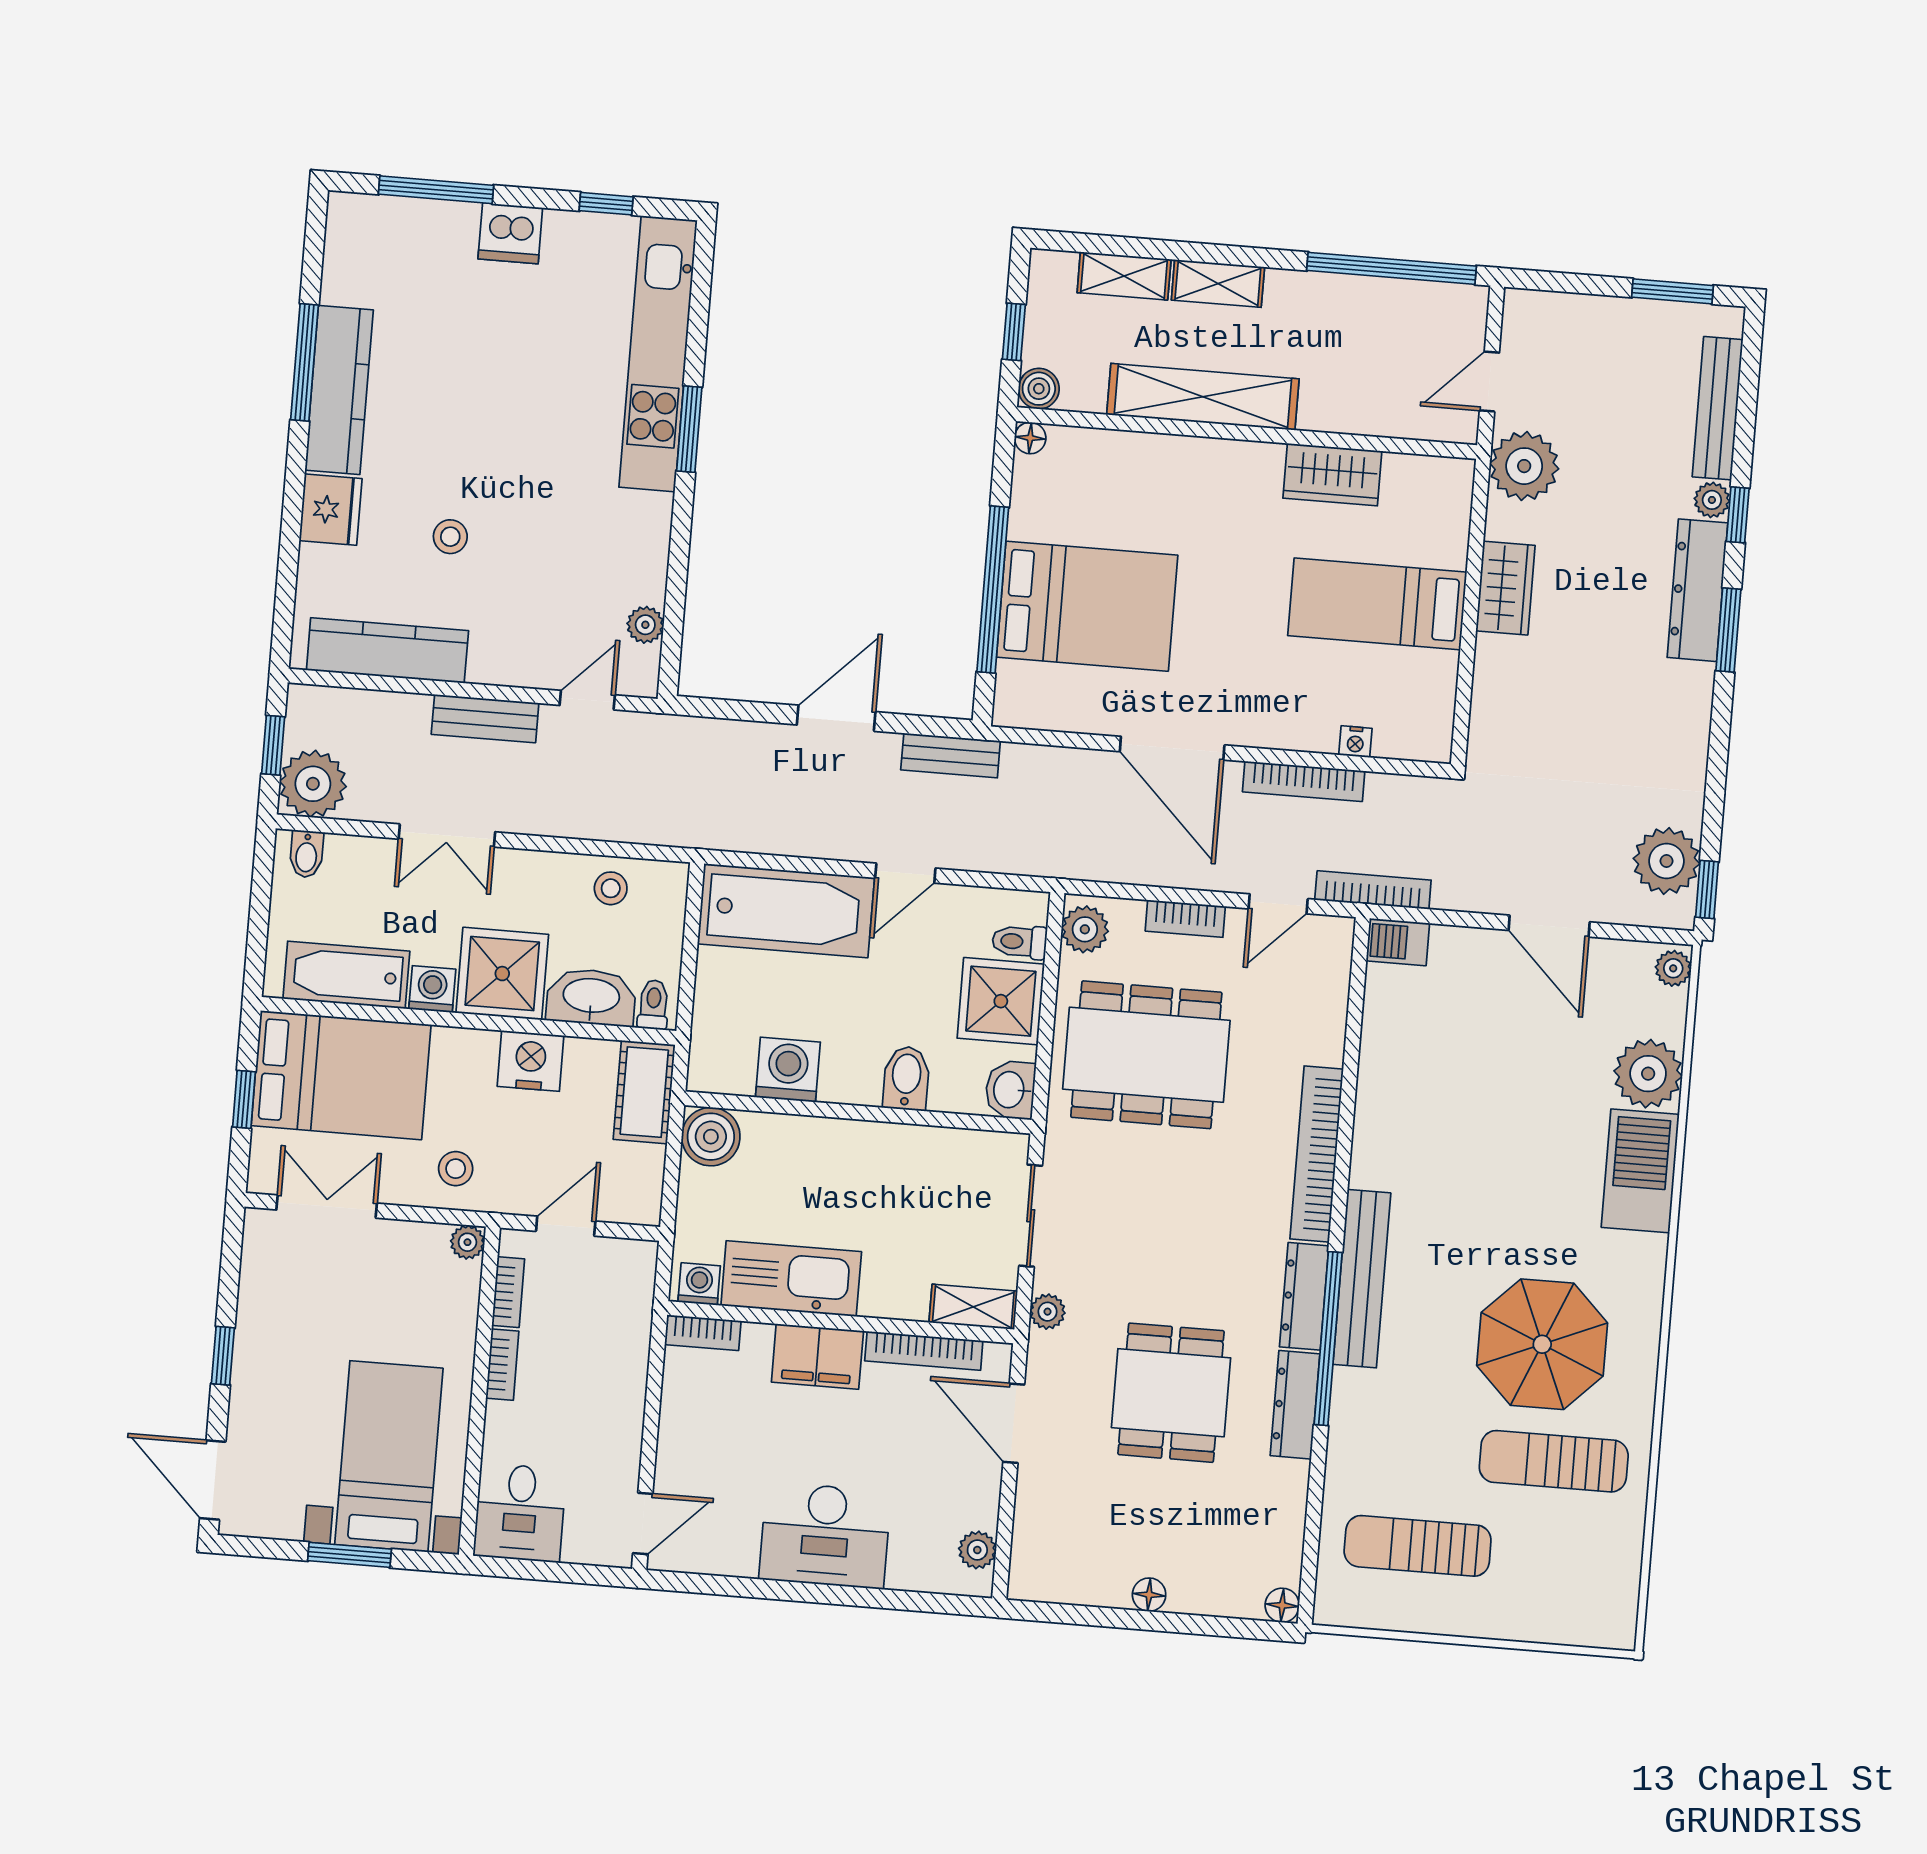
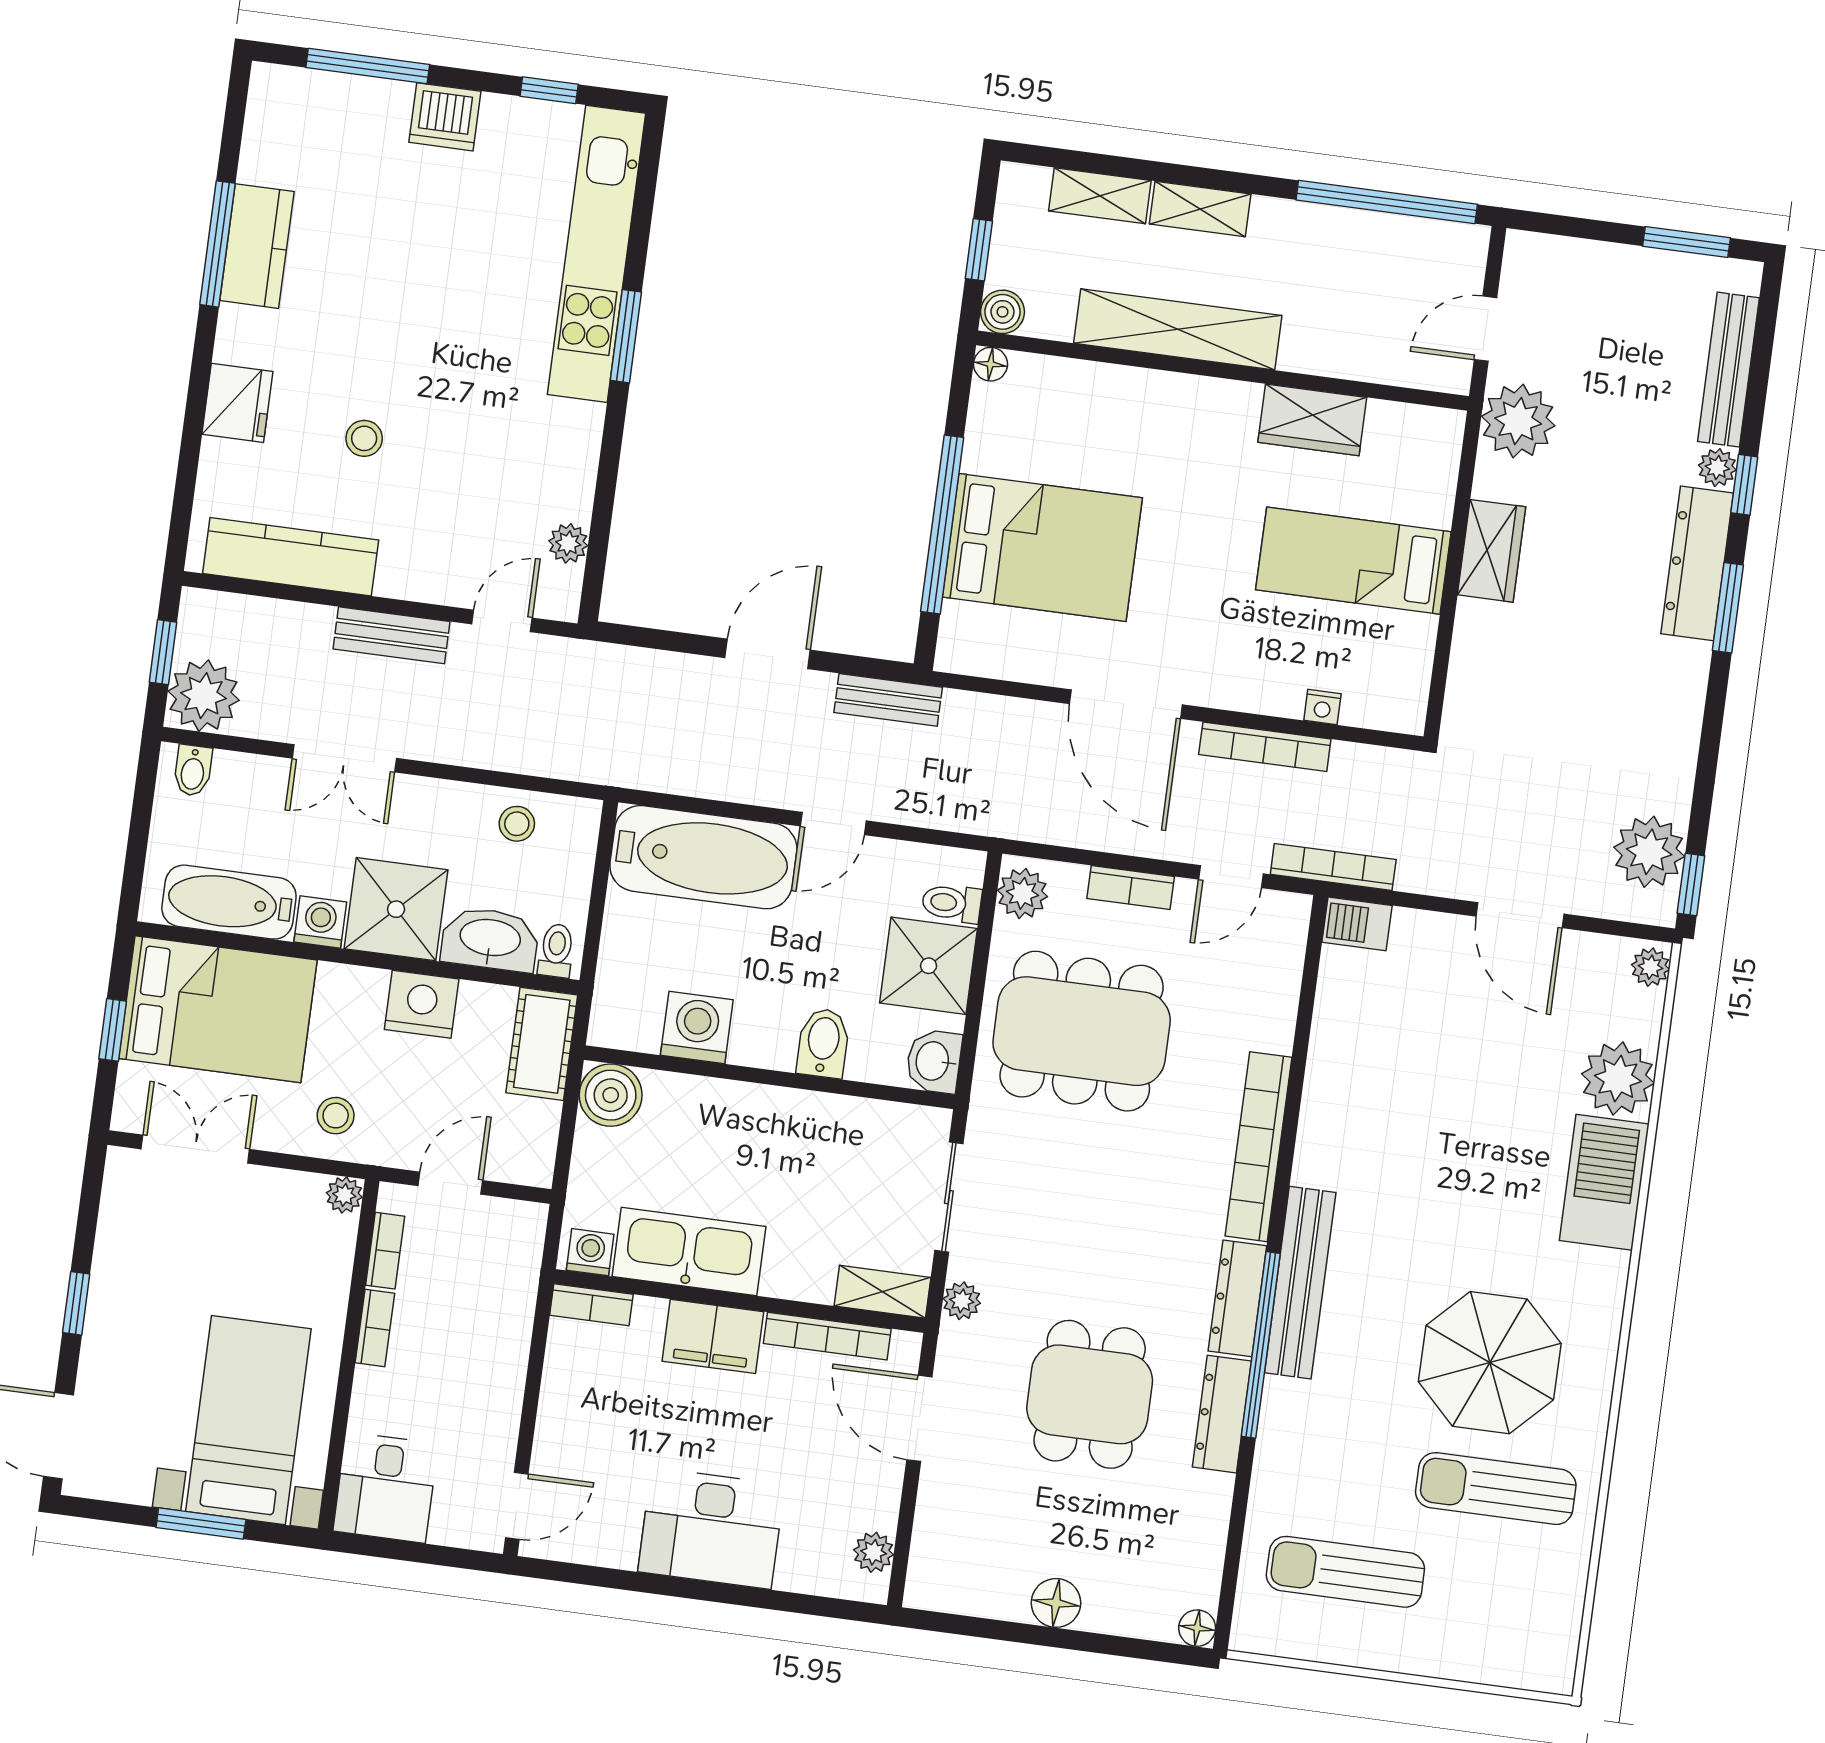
kitchen counter: (339, 390) -> (257, 246), width x0.67
floor lamp: (1149, 1595) -> (1056, 1603), width x1.37, depth x1.37

